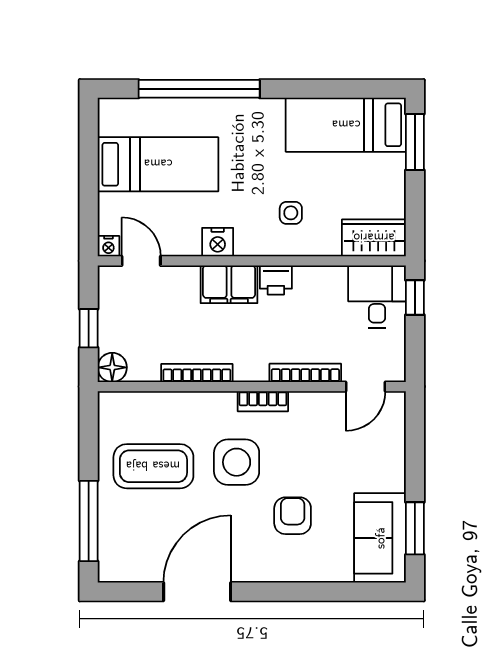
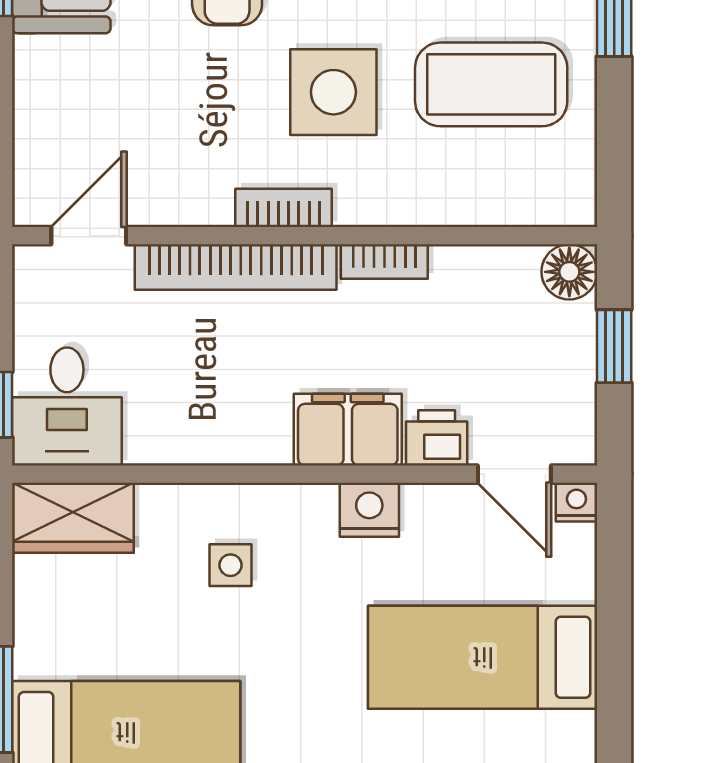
printer: (276, 280) -> (437, 438), moved
bookcase: (197, 373) -> (384, 261), width x0.64
bookcase: (305, 373) -> (236, 267), width x1.48, depth x1.31

